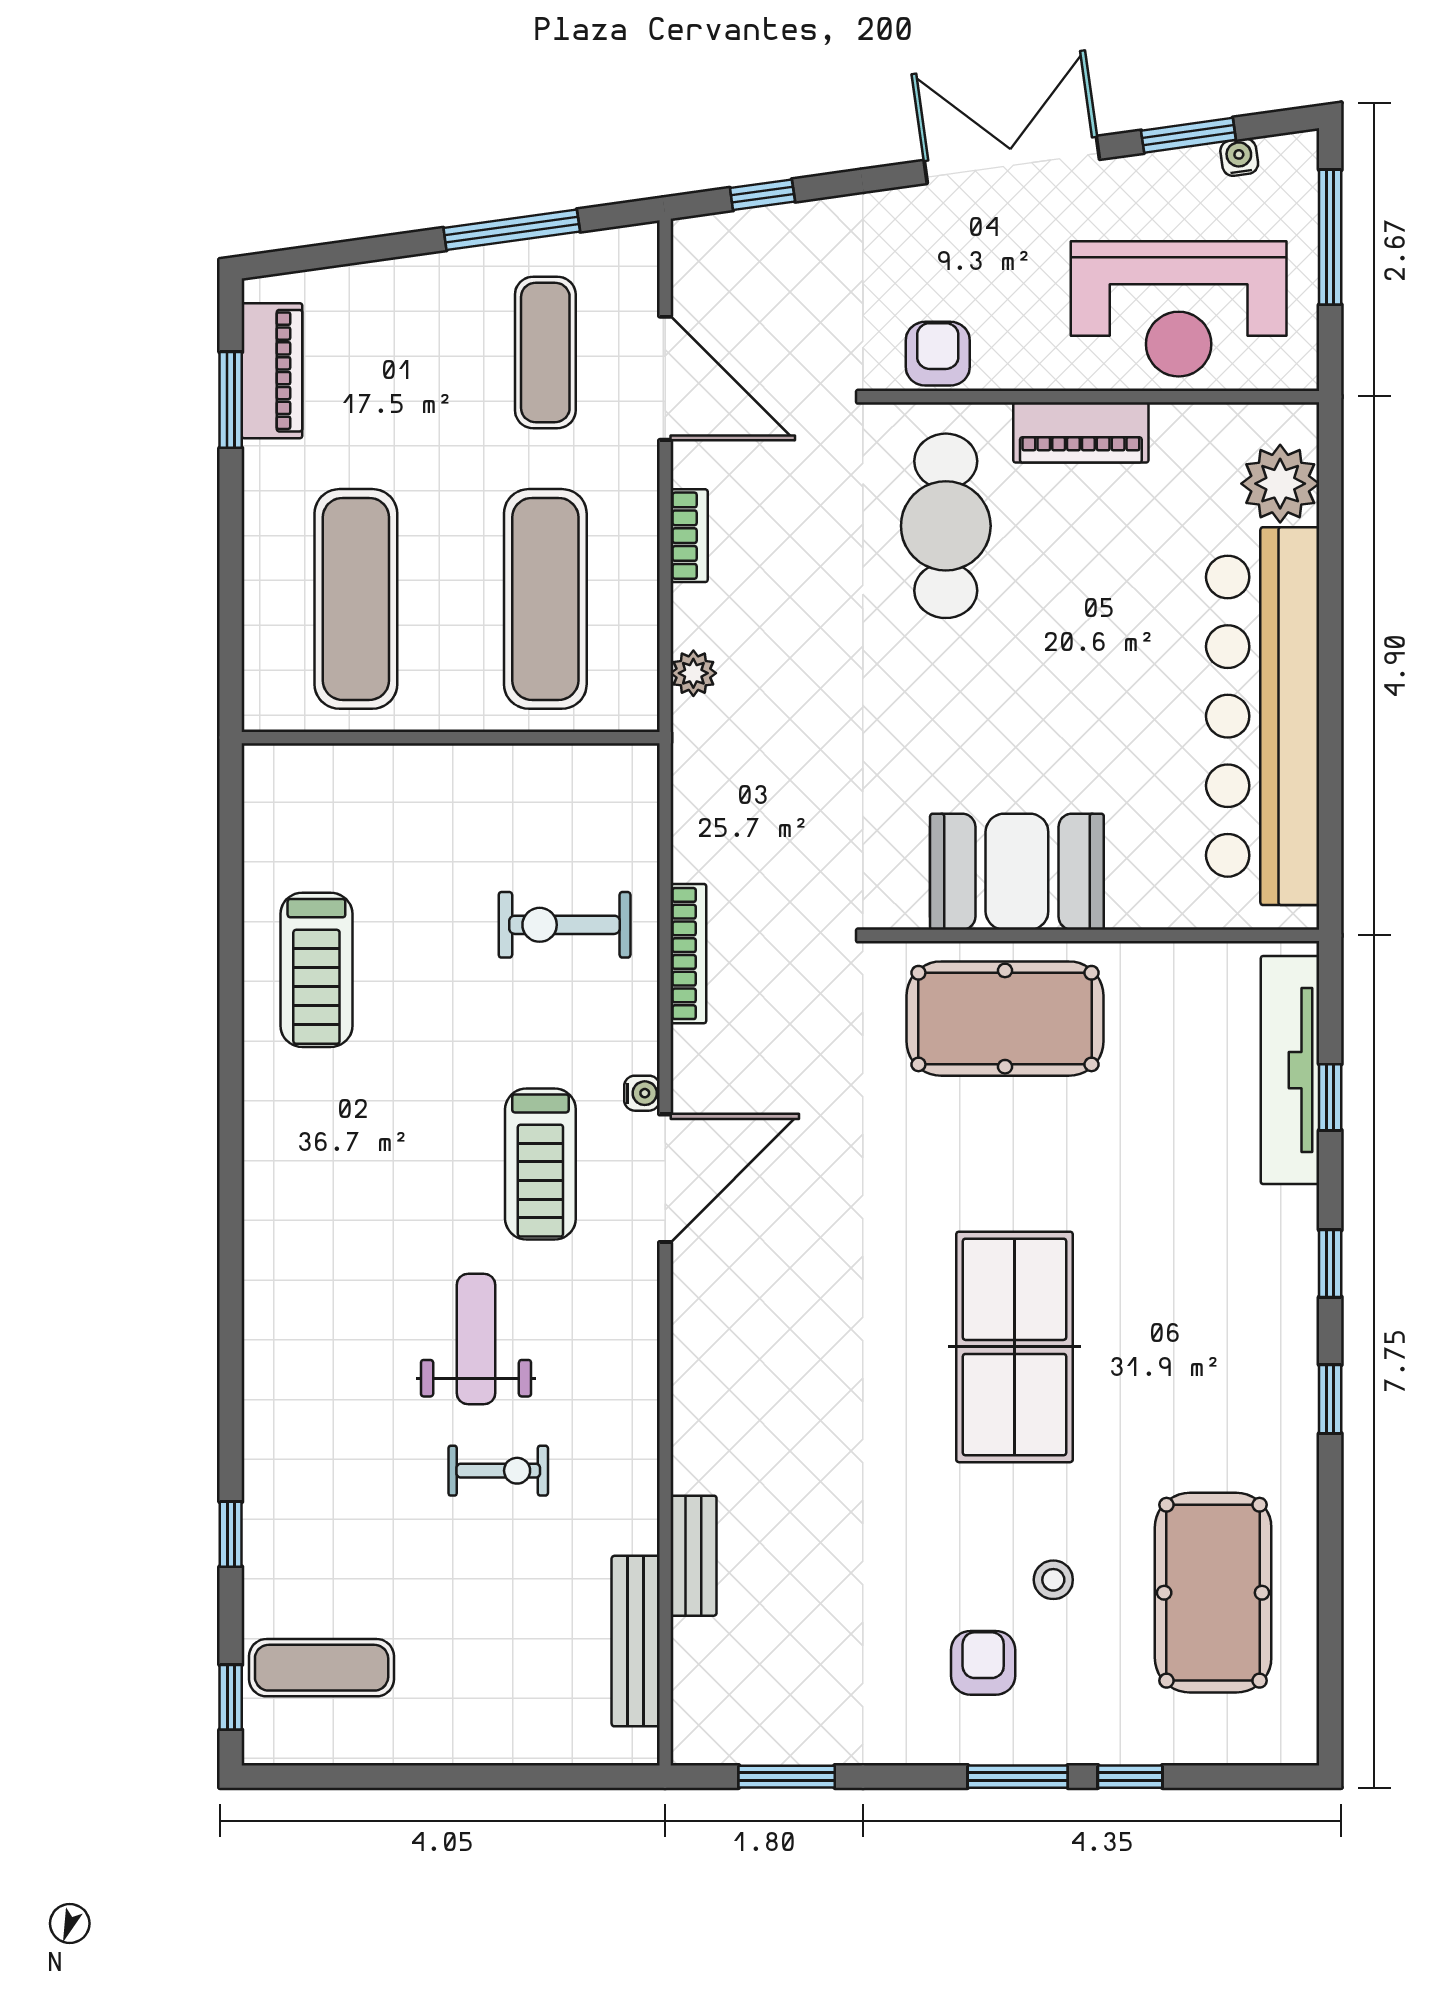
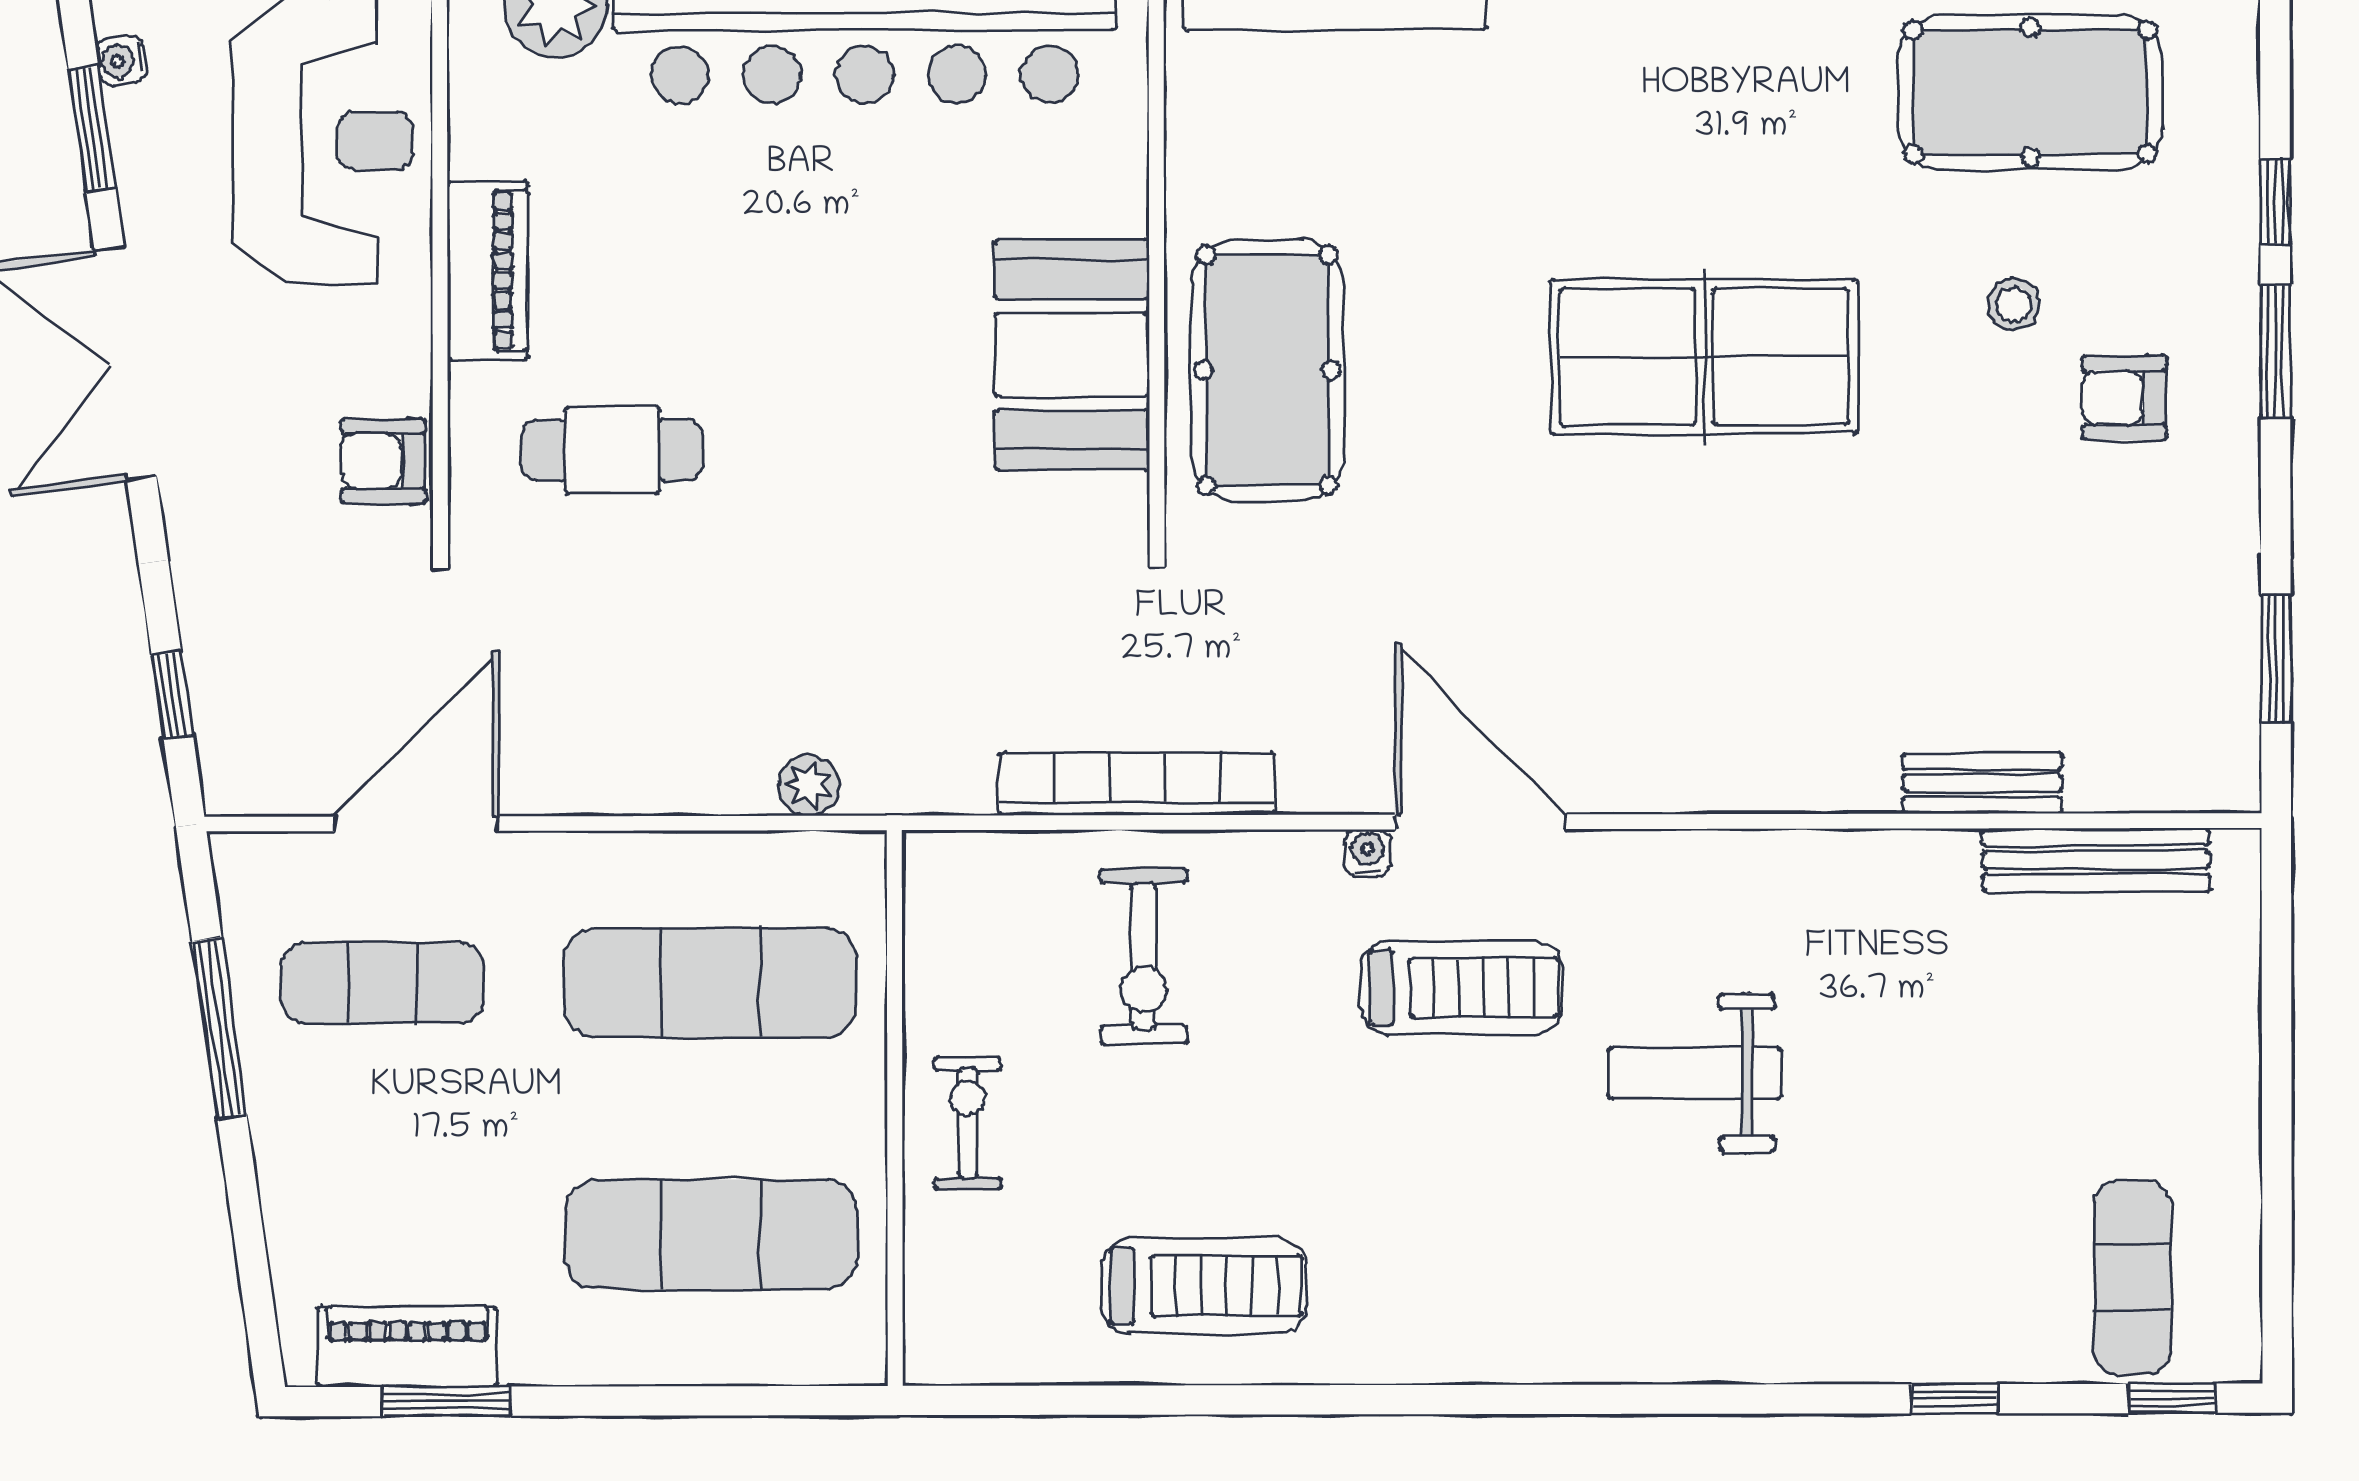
cafe table: (946, 526) -> (612, 450), width x0.73, depth x0.74
bookcase: (689, 536) -> (626, 791), removed
bookcase: (688, 954) -> (1137, 784), width x1.48, depth x1.31
exercise bike: (498, 1471) -> (968, 1123), moved

